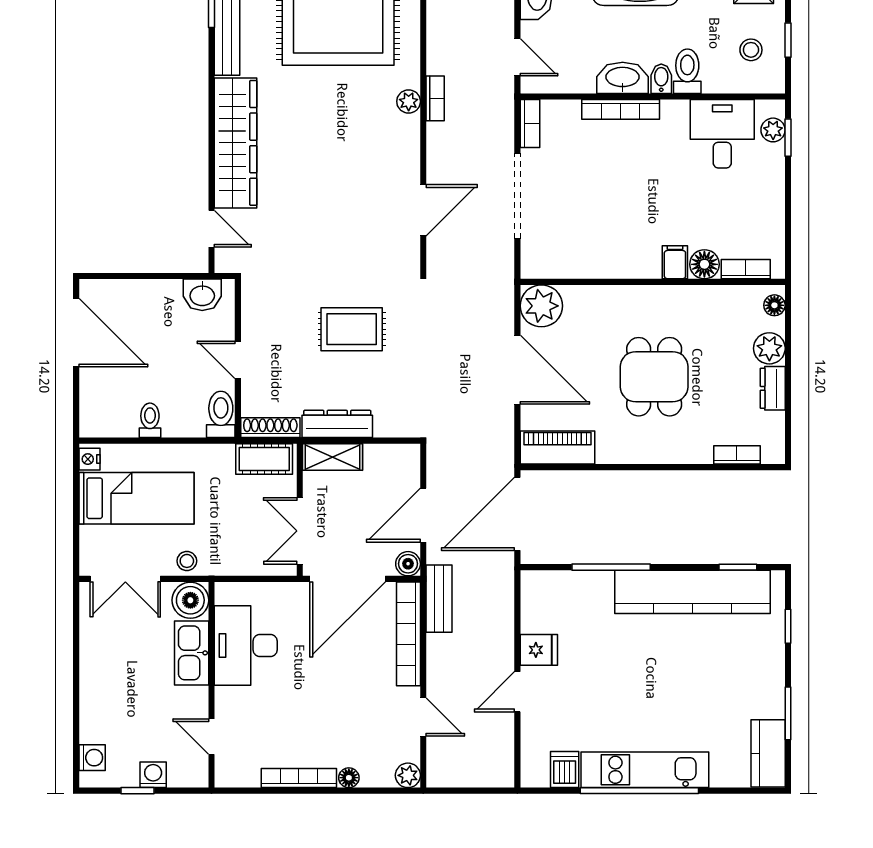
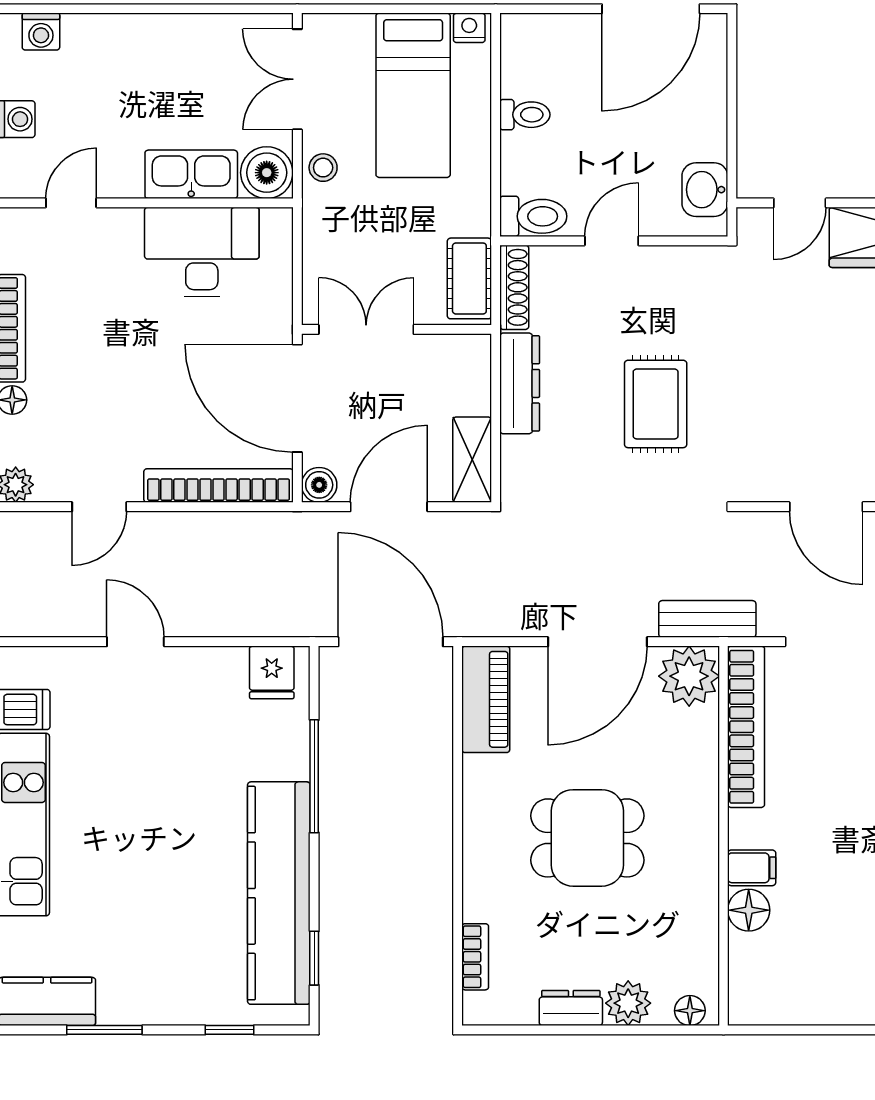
bookcase: (746, 269) -> (746, 727), moved, width x2.31, depth x1.31
shelving: (332, 457) -> (472, 460), moved
door: (423, 515) -> (389, 507), hinge flipped
bench: (439, 599) -> (707, 619), moved
fridge: (539, 650) -> (272, 672), moved

